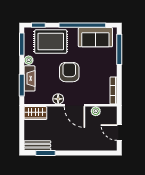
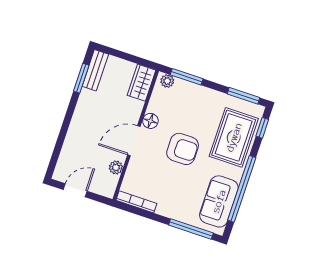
plant: (29, 60) -> (167, 81), moved
fireplace: (29, 78) -> (192, 91), removed

